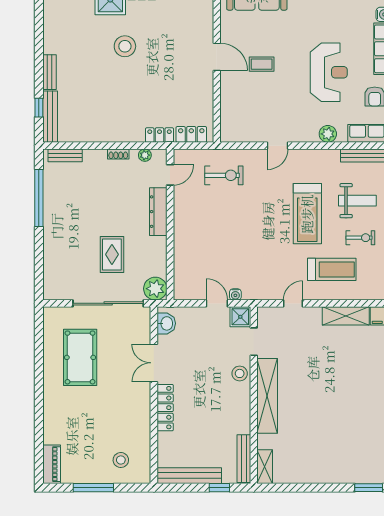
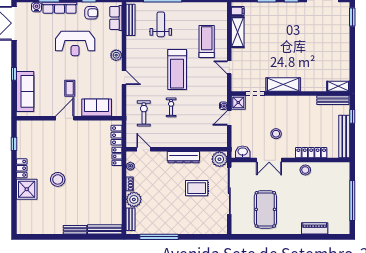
reception desk: (329, 72) -> (75, 43), turned 180
sofa: (233, 104) -> (97, 108), added
window: (39, 108) -> (99, 237), removed
plant: (328, 134) -> (116, 55), moved
plant: (95, 160) -> (134, 199), added
dresser: (158, 212) -> (183, 157), moved
treadmill: (307, 214) -> (177, 70), moved, turned 90
exercise bike: (360, 238) -> (171, 107), moved
pool table: (80, 357) -> (265, 209), turned 90
stool: (240, 373) -> (276, 134), moved
shelving: (267, 396) -> (283, 85), width x0.68
locker: (165, 408) -> (311, 153), moved
stool: (121, 460) -> (305, 170), moved
piano: (52, 464) -> (315, 228), moved
window: (93, 488) -> (352, 201), width x1.46

